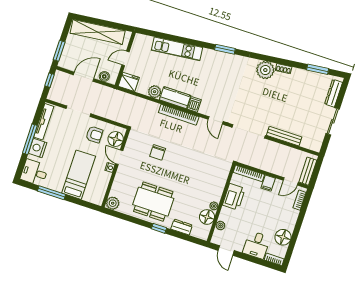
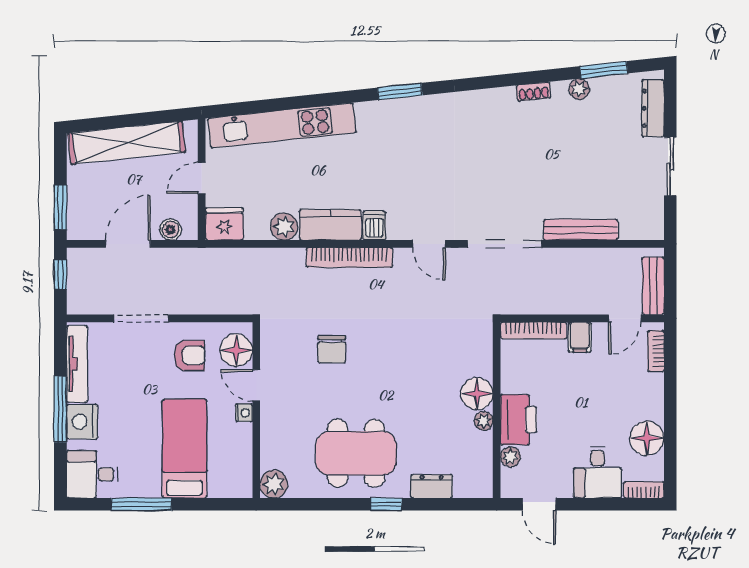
kitchen unit: (177, 49) -> (282, 125), width x1.36
plant: (265, 70) -> (579, 89), moved, width x0.53, depth x0.53
printer: (234, 197) -> (518, 420), moved
floor lamp: (207, 217) -> (477, 394), moved

